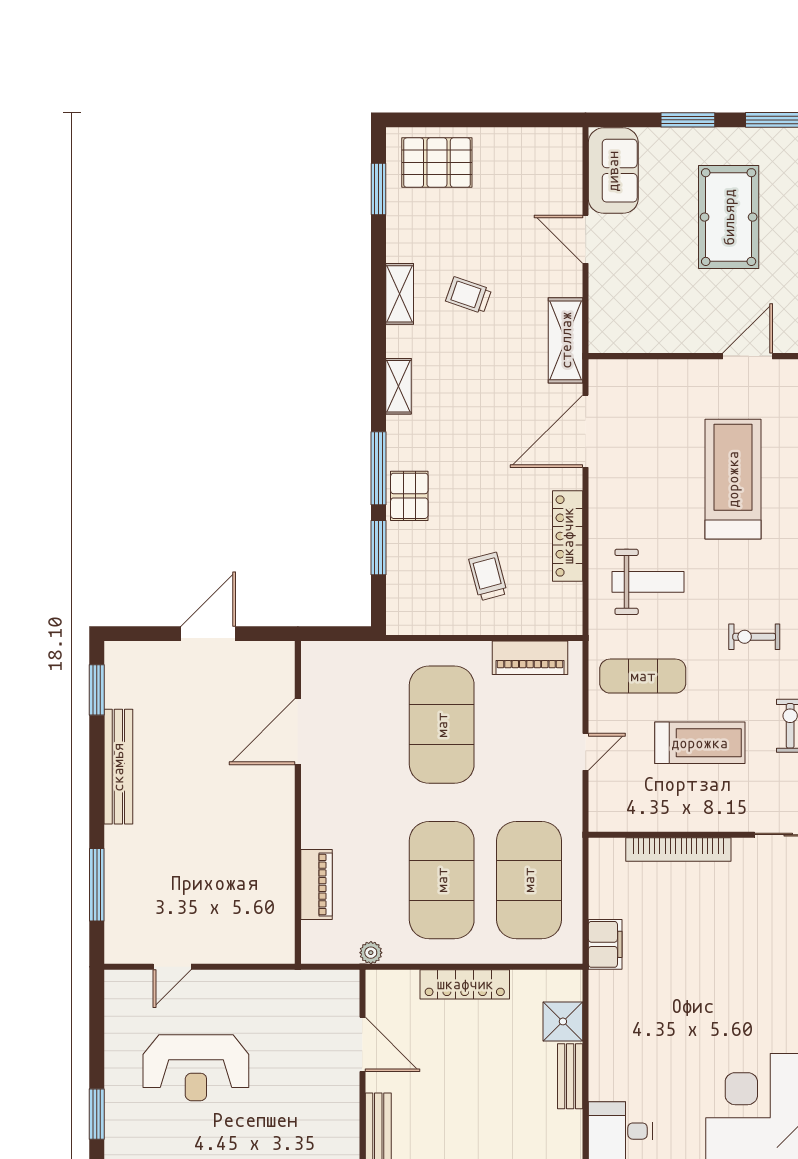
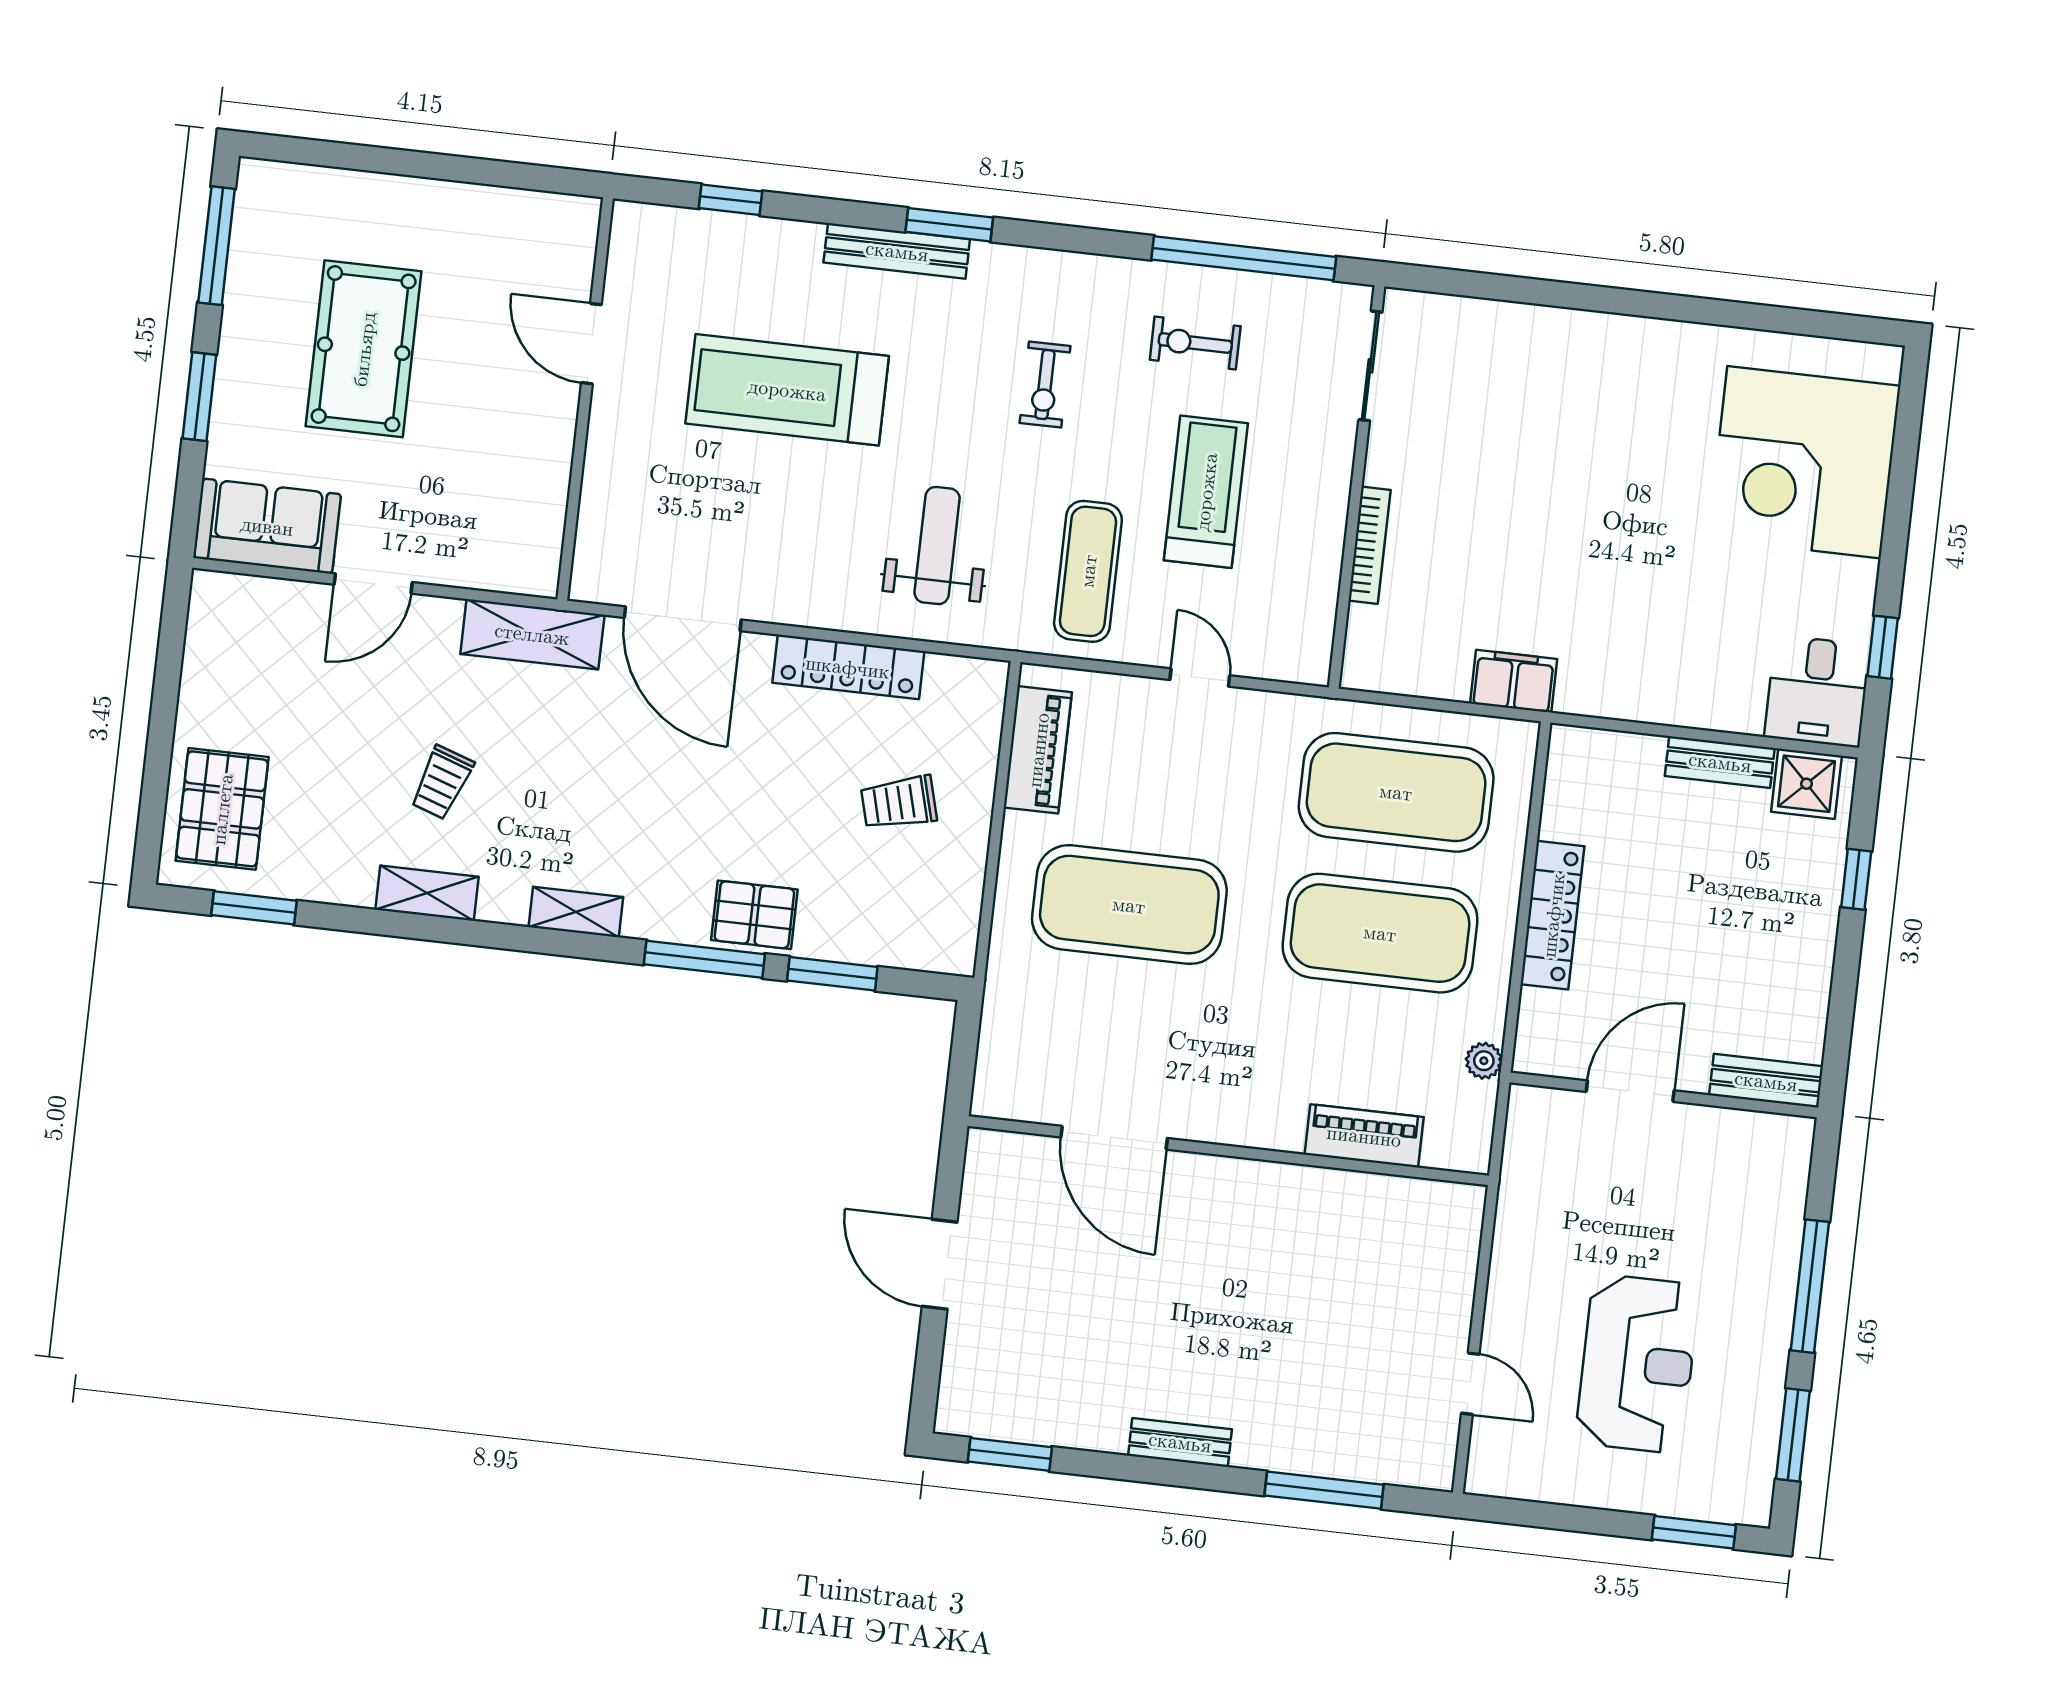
pool table: (729, 217) -> (364, 349), turned 90
bench: (118, 767) -> (1180, 1442), width x0.54, depth x0.82
bookcase: (678, 850) -> (1370, 545), width x0.68, depth x0.76
shower: (563, 1021) -> (1807, 784), moved

